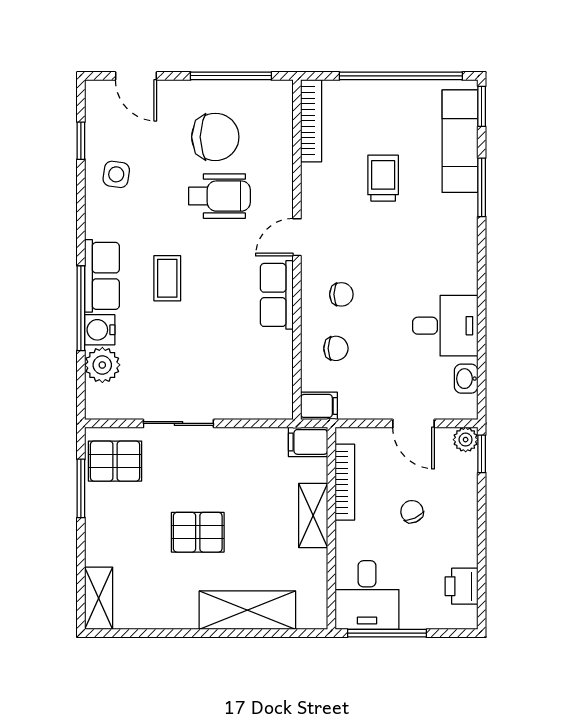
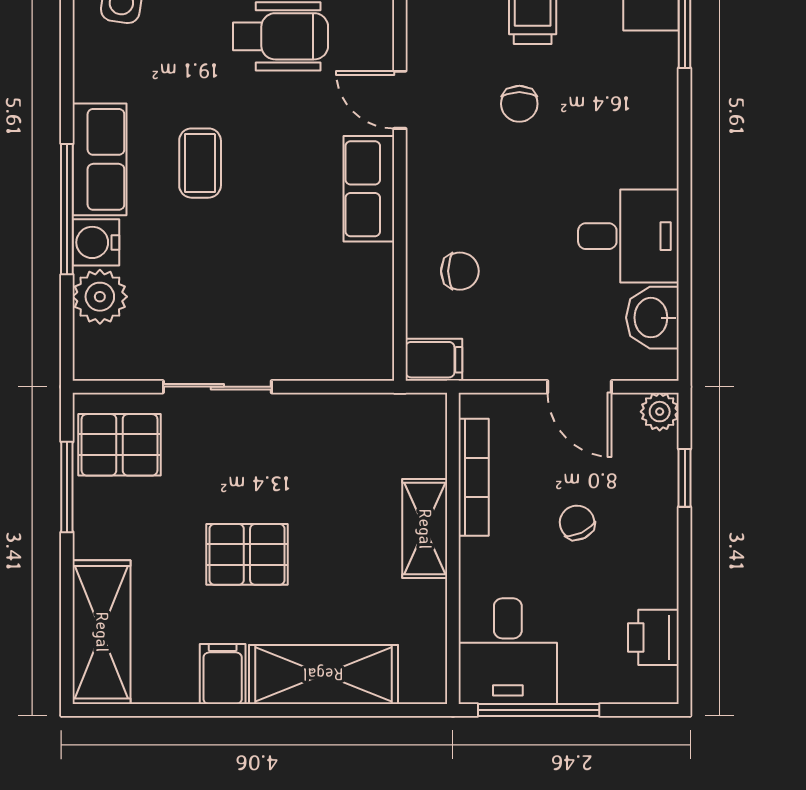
door: (297, 237) -> (400, 100), hinge flipped
chair: (341, 294) -> (519, 104), moved, turned 90
washbasin: (466, 379) -> (652, 318), width x1.38, depth x1.45
filing cabinet: (308, 442) -> (223, 674), moved, turned 90
window: (482, 454) -> (685, 478), moved
shelving: (99, 598) -> (102, 632), width x1.50, depth x1.33

